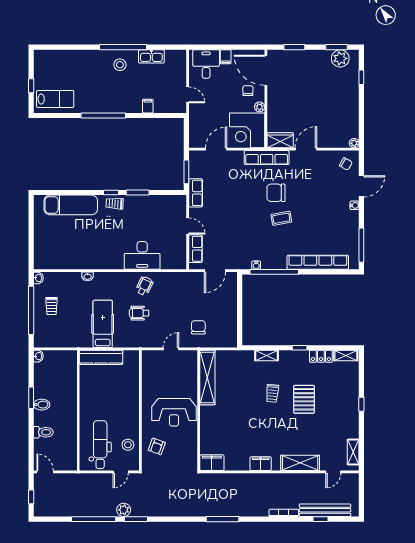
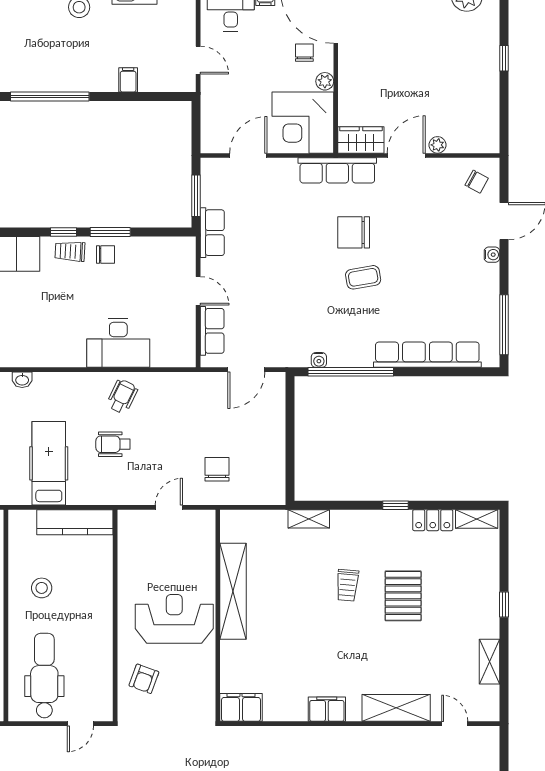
window: (361, 77) -> (504, 58), moved
plant: (354, 143) -> (437, 145), moved
chair: (135, 205) -> (105, 254), added
shelving: (267, 355) -> (309, 519), moved
kitchen counter: (101, 357) -> (75, 522), moved
shelving: (207, 378) -> (233, 591), moved
reception desk: (174, 412) -> (174, 619), turned 180
stool: (128, 445) -> (42, 588), moved
shelving: (353, 452) -> (490, 662), moved
door: (333, 472) -> (455, 724), swing flipped

